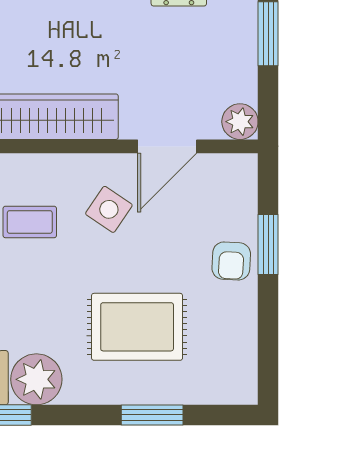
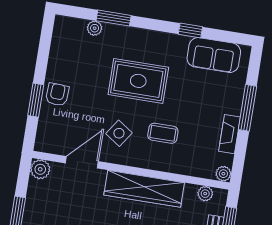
rug: (137, 327) -> (138, 81), moved
plant: (36, 379) -> (95, 28), moved, width x0.53, depth x0.53

